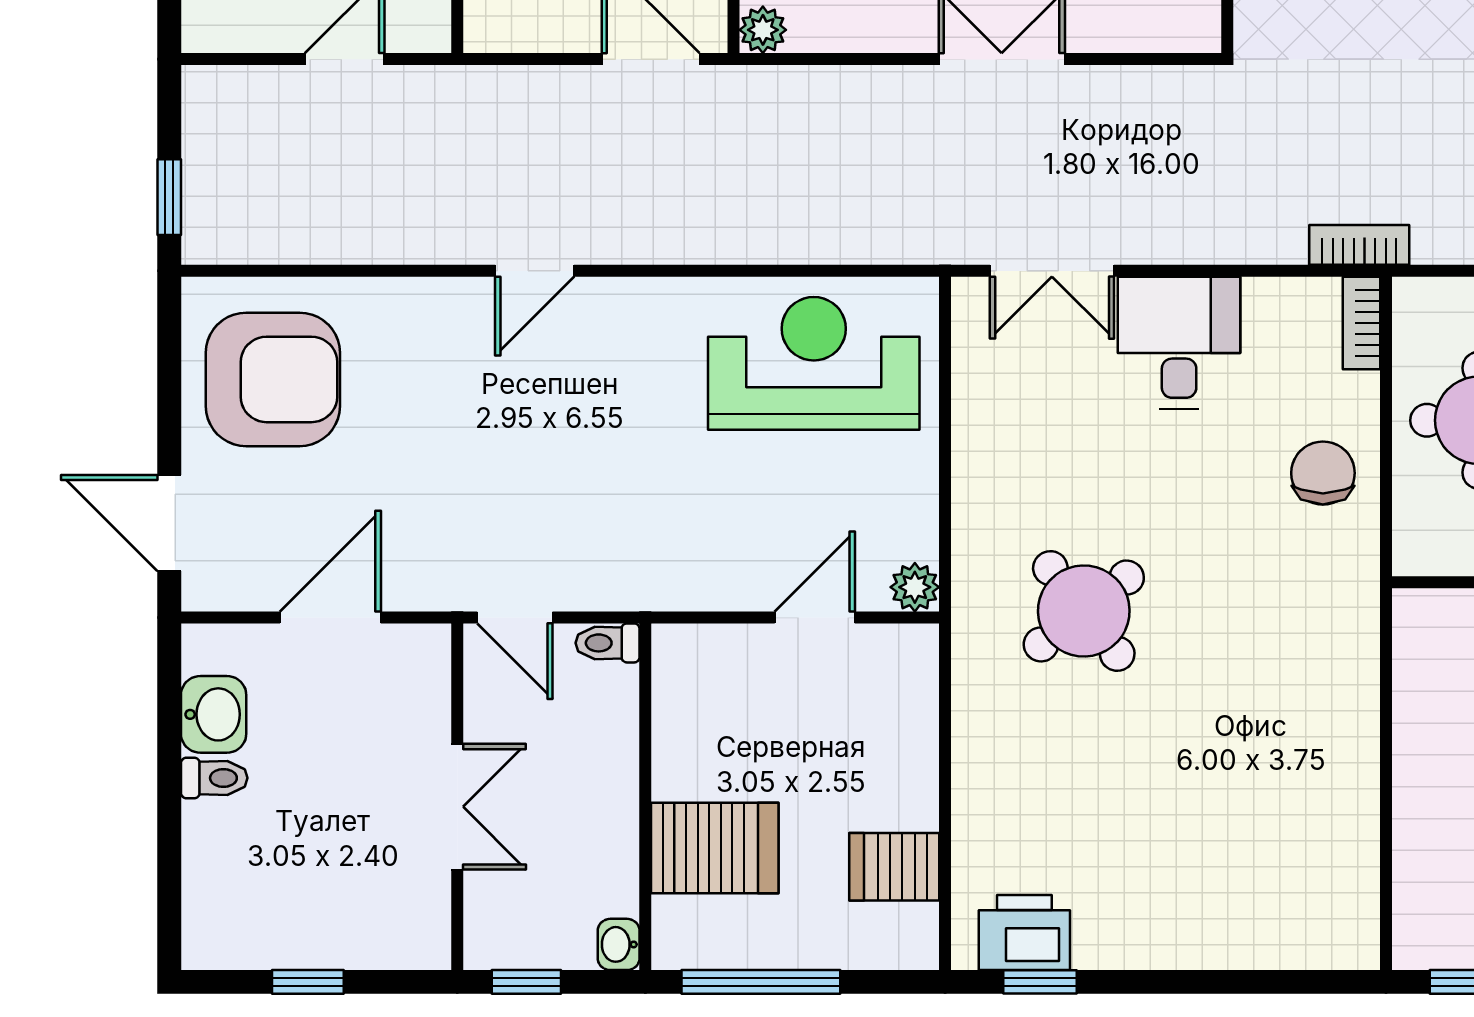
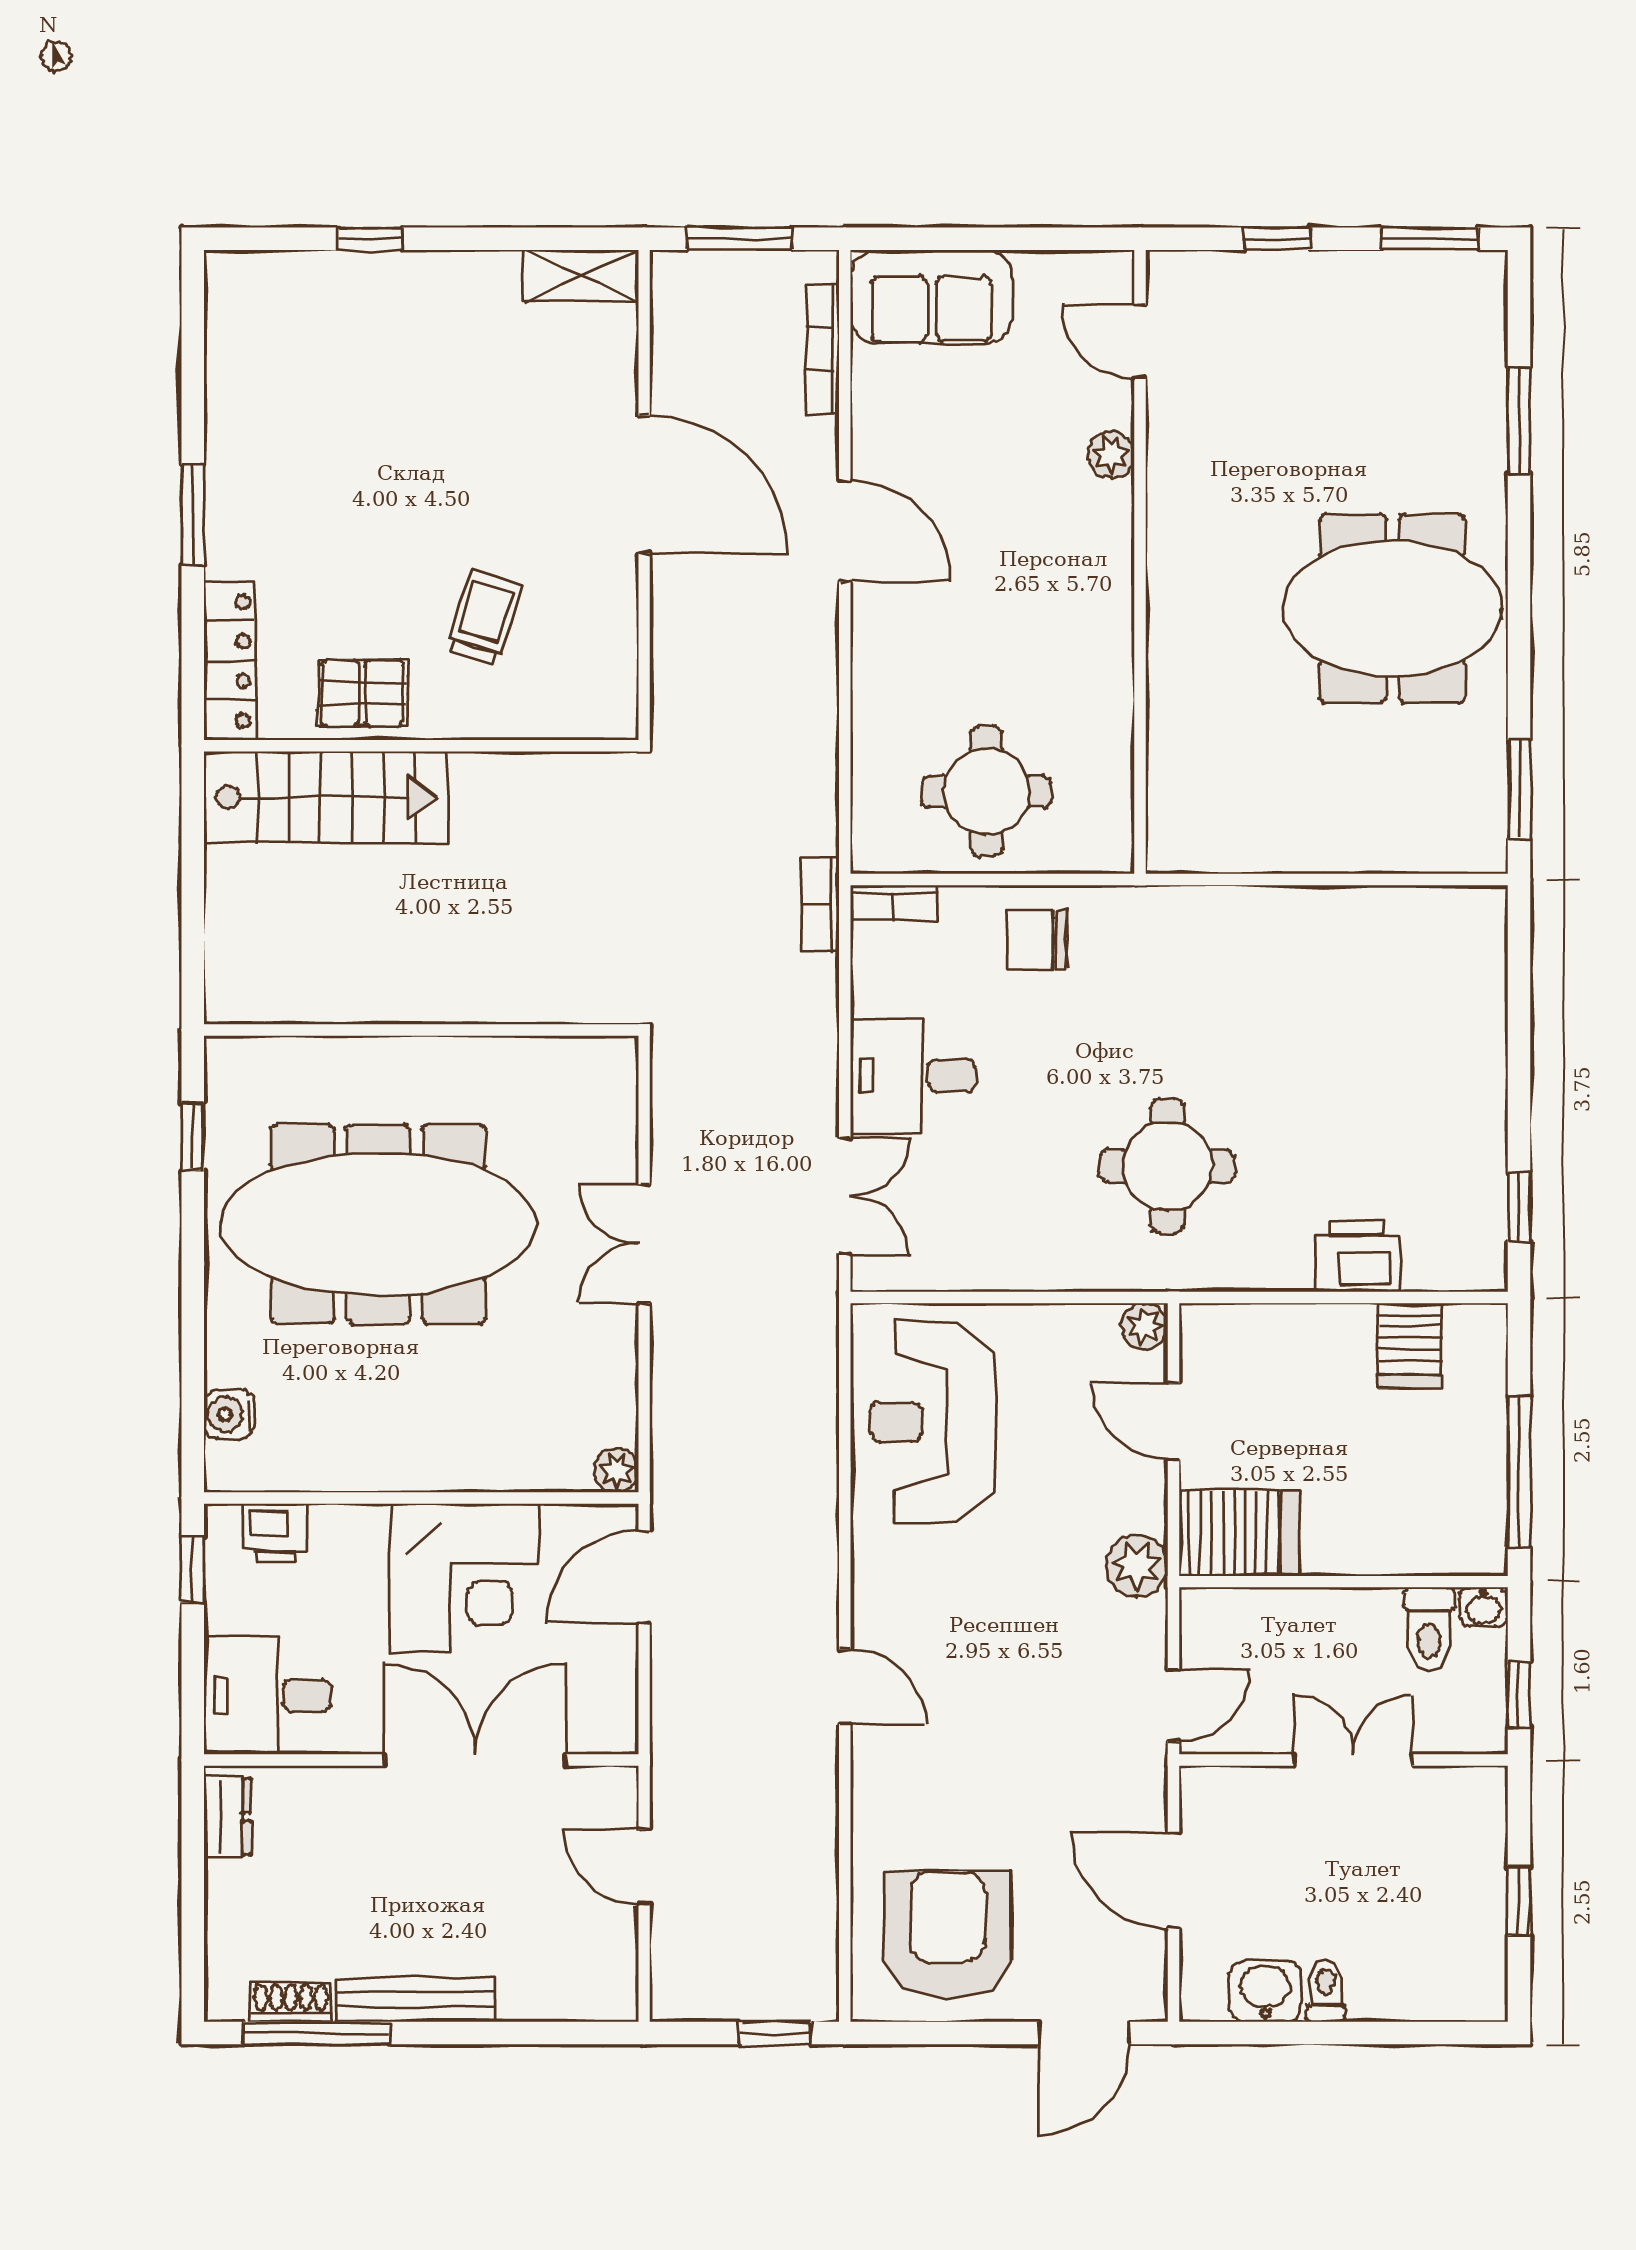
plant: (662, 579) -> (1137, 1566), added
round table: (1084, 611) -> (1167, 1166), turned 38
toilet: (608, 643) -> (1429, 1629), moved, width x1.37, depth x1.39
server rack: (715, 848) -> (1239, 1533), moved, turned 90
printer: (1024, 933) -> (1357, 1256), moved, turned 90

